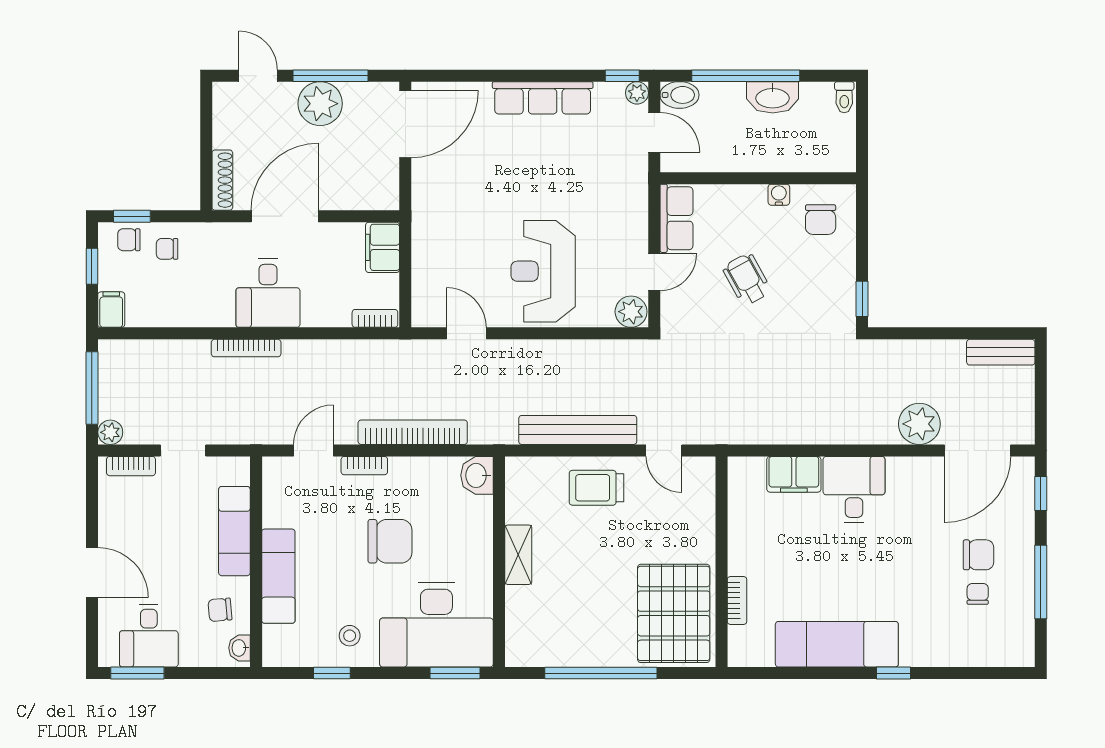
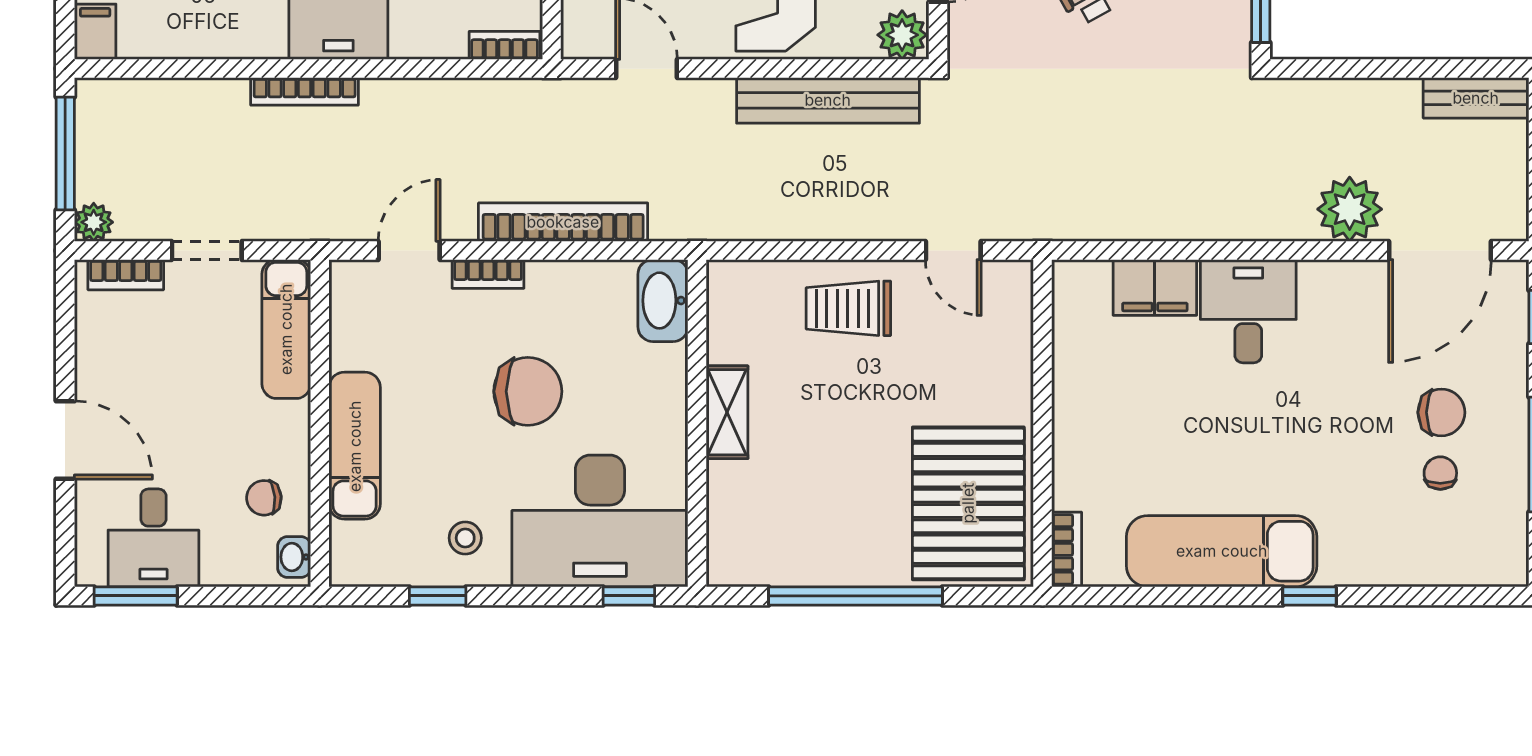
bench: (578, 430) -> (828, 100), moved
washbasin: (477, 475) -> (663, 301), width x1.38
exam couch: (234, 531) -> (286, 329), moved
bookcase: (737, 600) -> (1067, 549), moved
window: (455, 673) -> (629, 596), width x0.67

